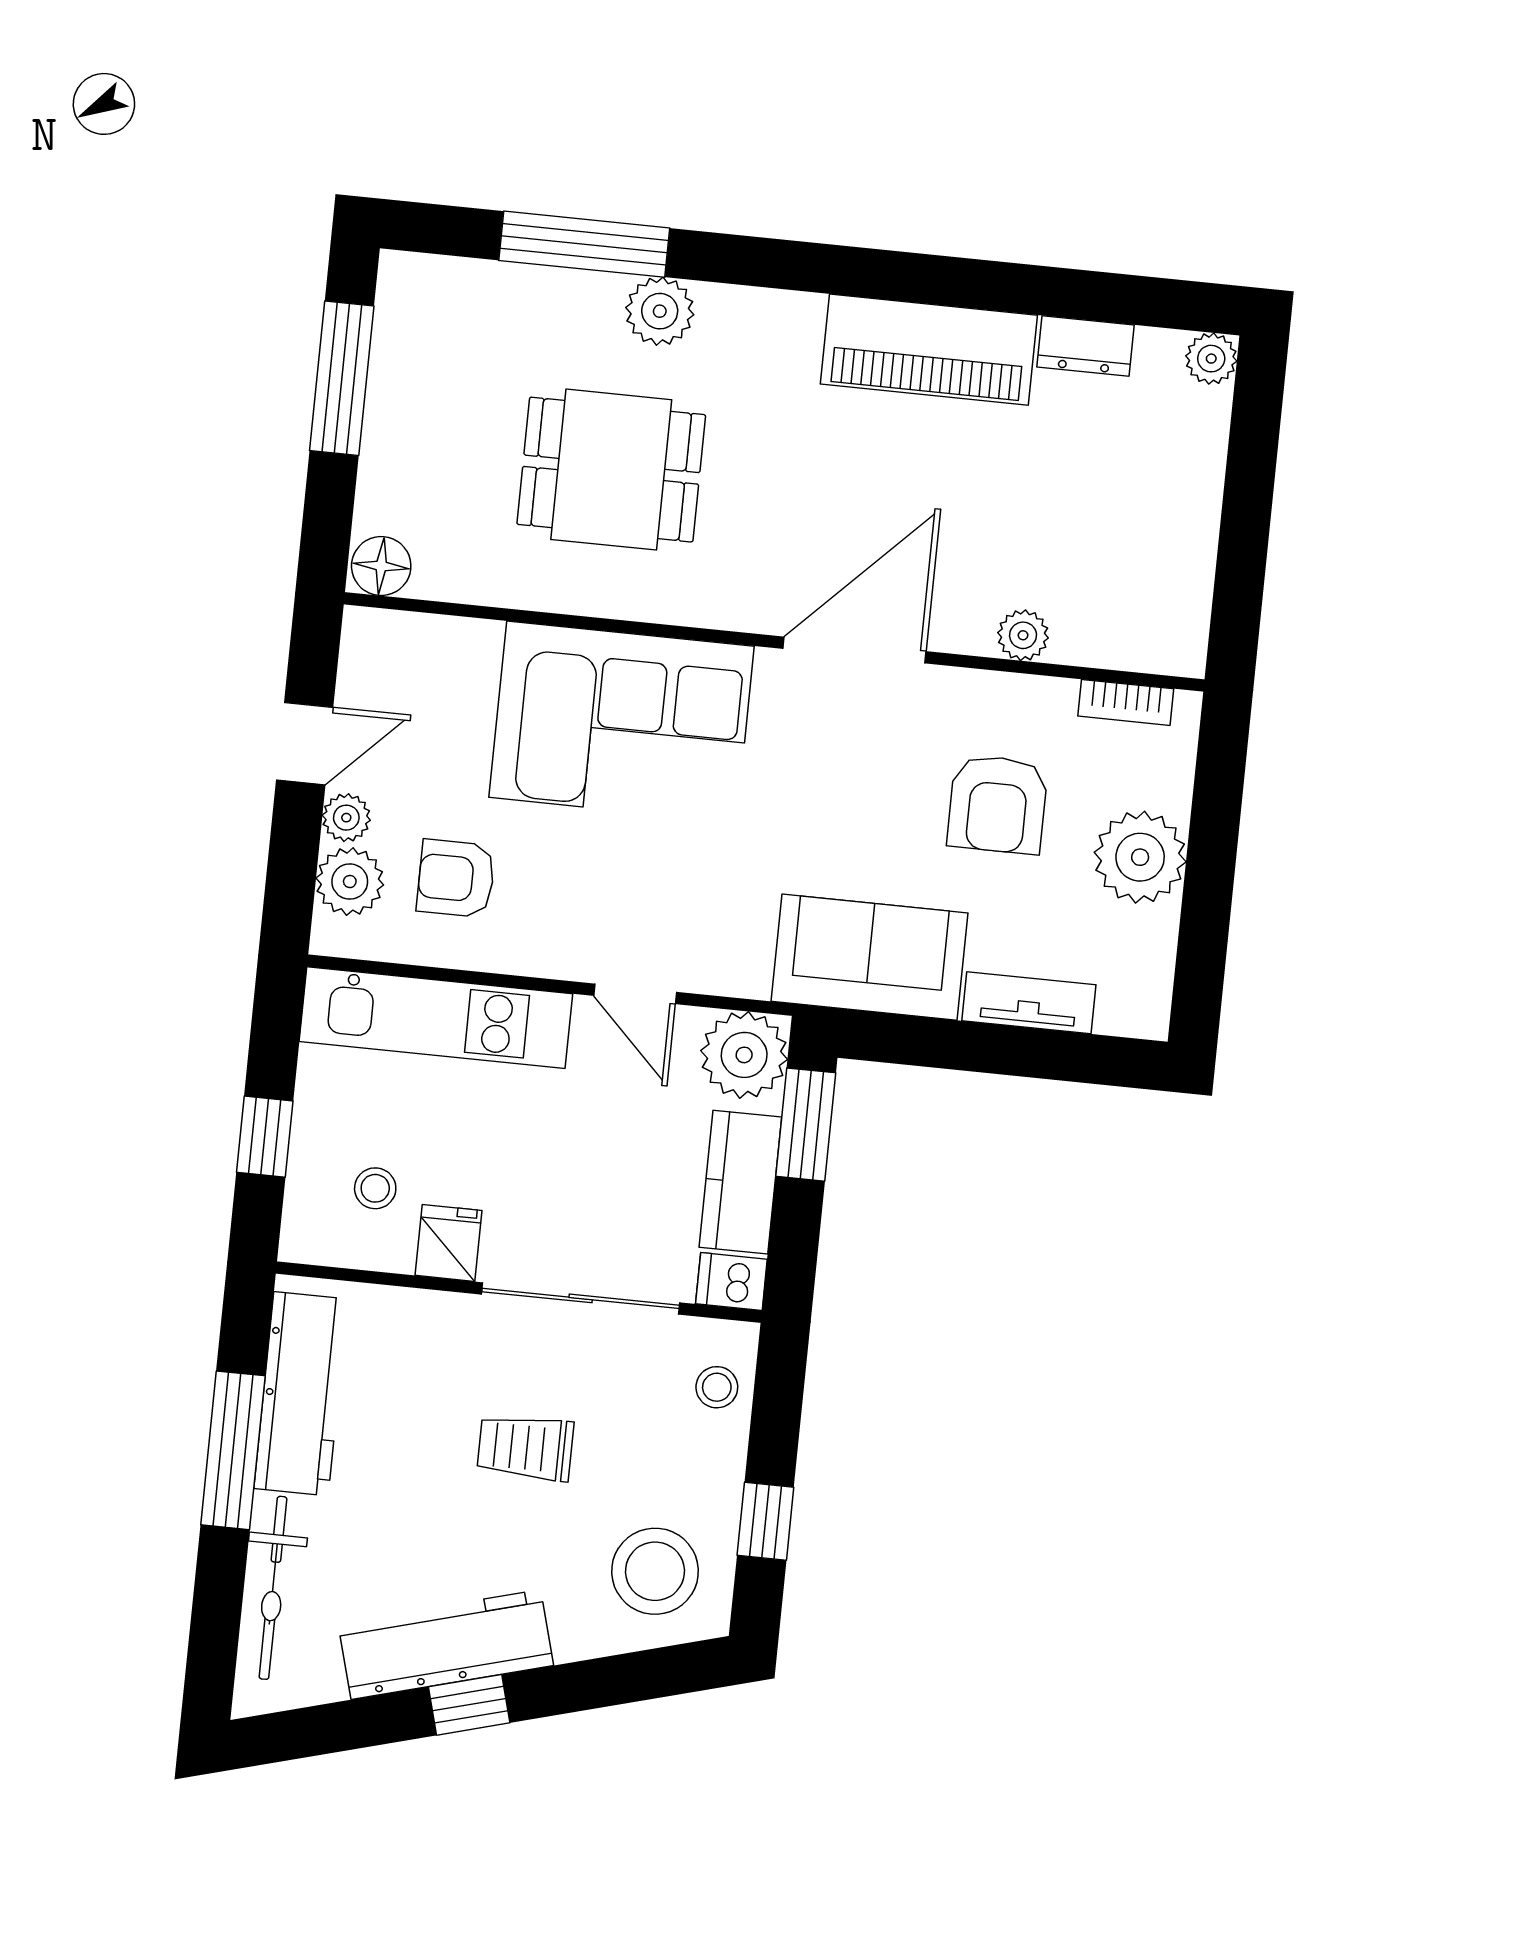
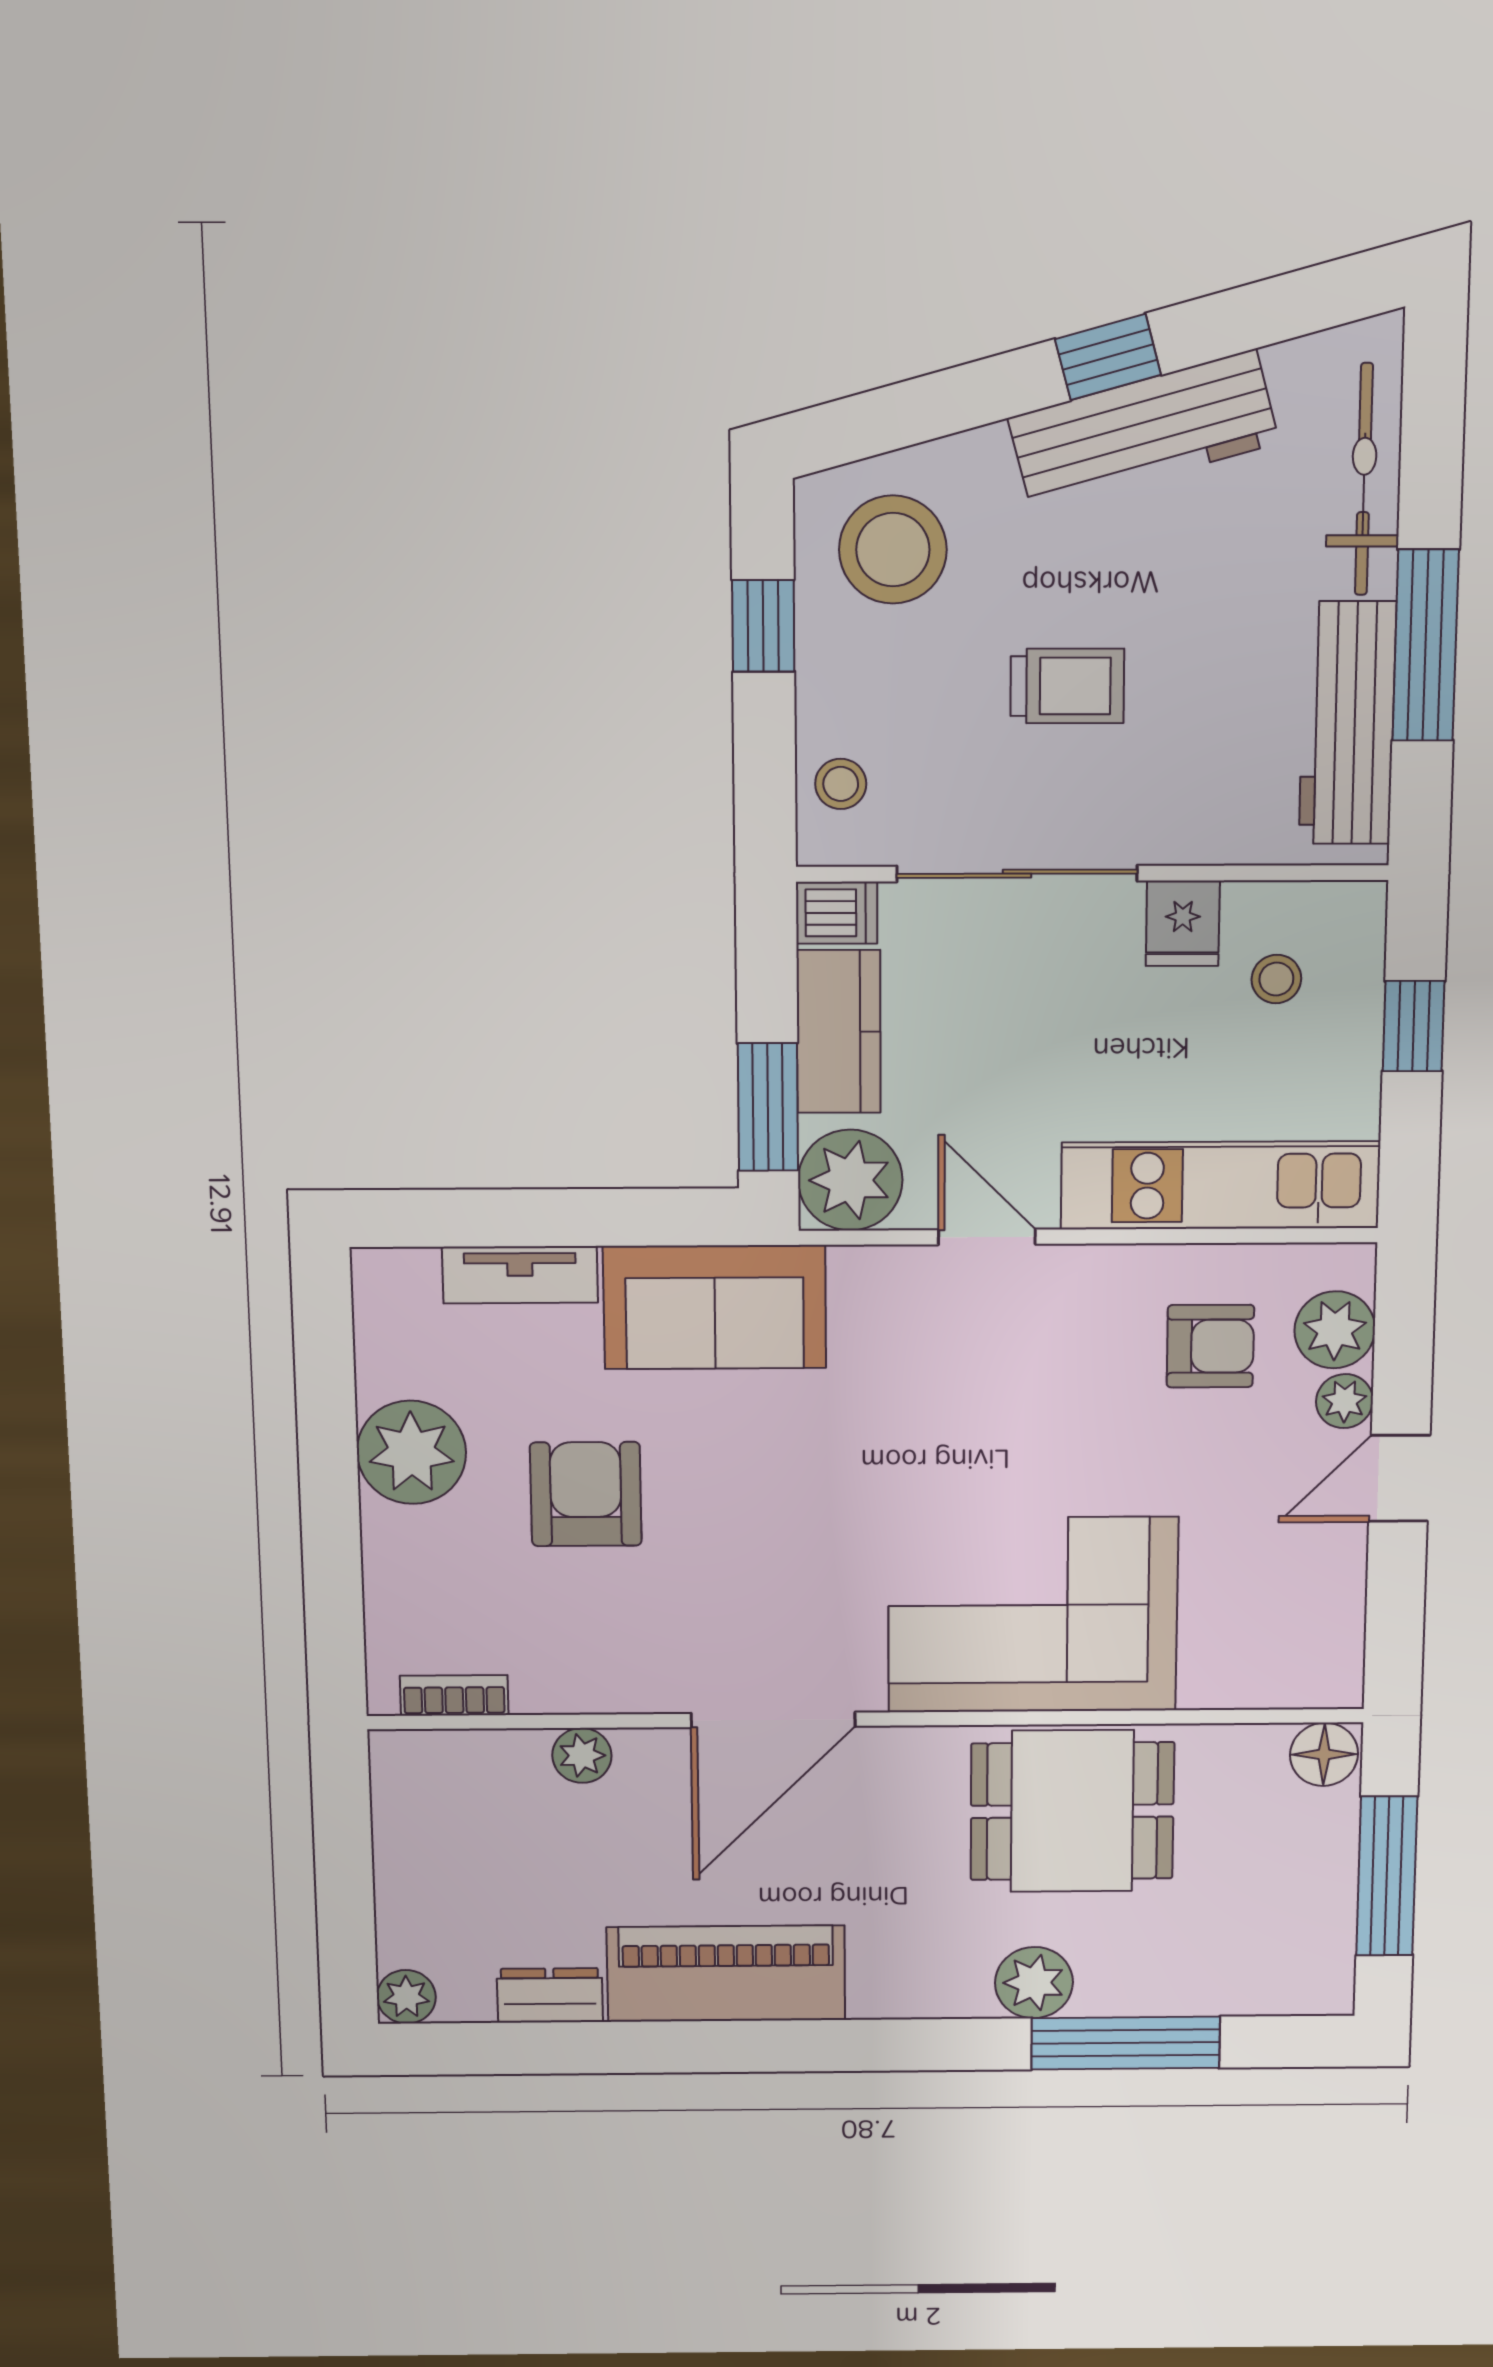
floor lamp: (381, 566) -> (1324, 1754), moved
plant: (1023, 635) -> (582, 1755), moved
wall: (774, 642) -> (866, 1719), moved
door: (854, 650) -> (773, 1720), moved
bookcase: (1126, 702) -> (454, 1695), moved
corner sofa: (621, 722) -> (1033, 1615), moved

